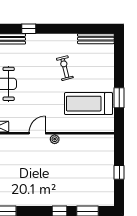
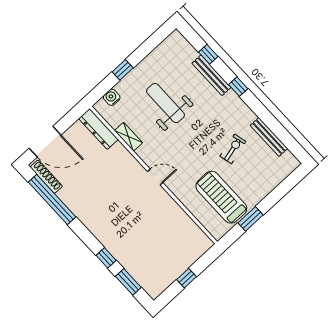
bench: (96, 39) -> (269, 137), moved
plant: (55, 139) -> (164, 197), removed

